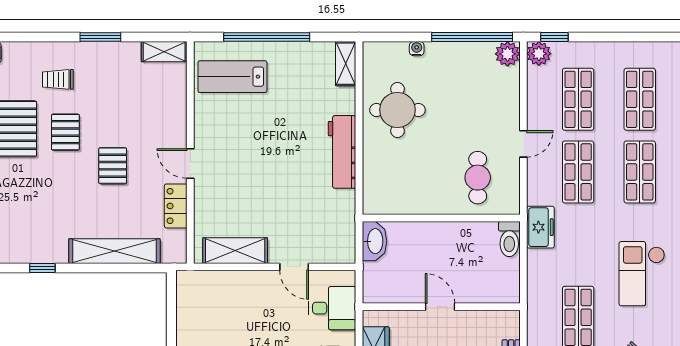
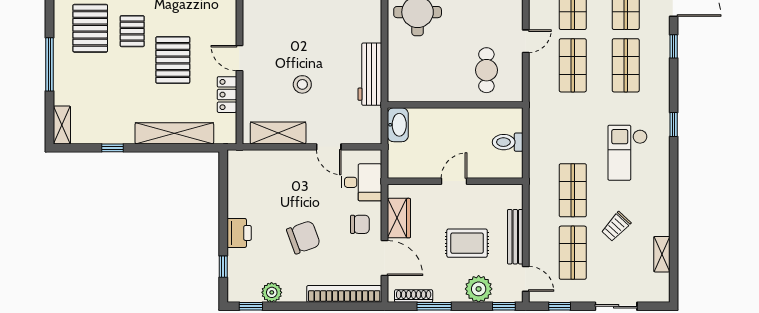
workbench: (342, 152) -> (370, 74), moved
pallet: (113, 166) -> (173, 60), width x1.50, depth x1.42
stool: (263, 194) -> (302, 84), added
freezer: (540, 227) -> (540, 113), removed
toilet: (509, 239) -> (508, 142), moved, turned 90
door: (440, 307) -> (454, 181), hinge flipped

